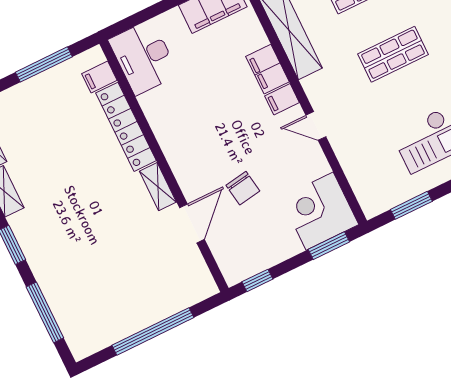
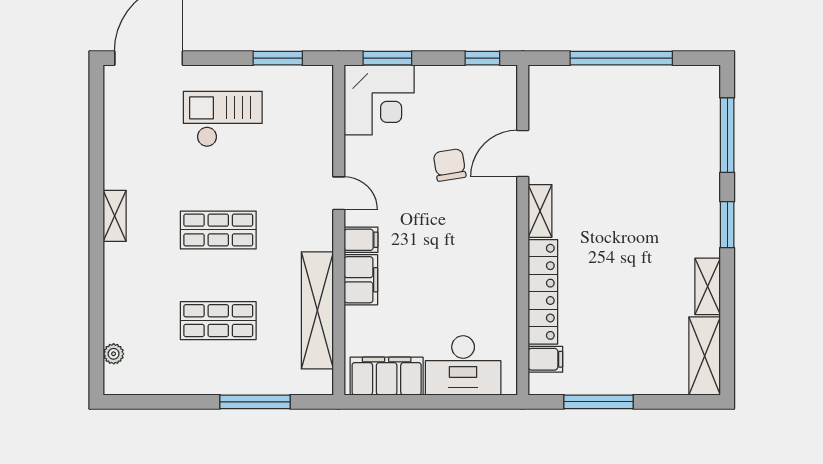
desk: (144, 57) -> (463, 365), moved, turned 90

